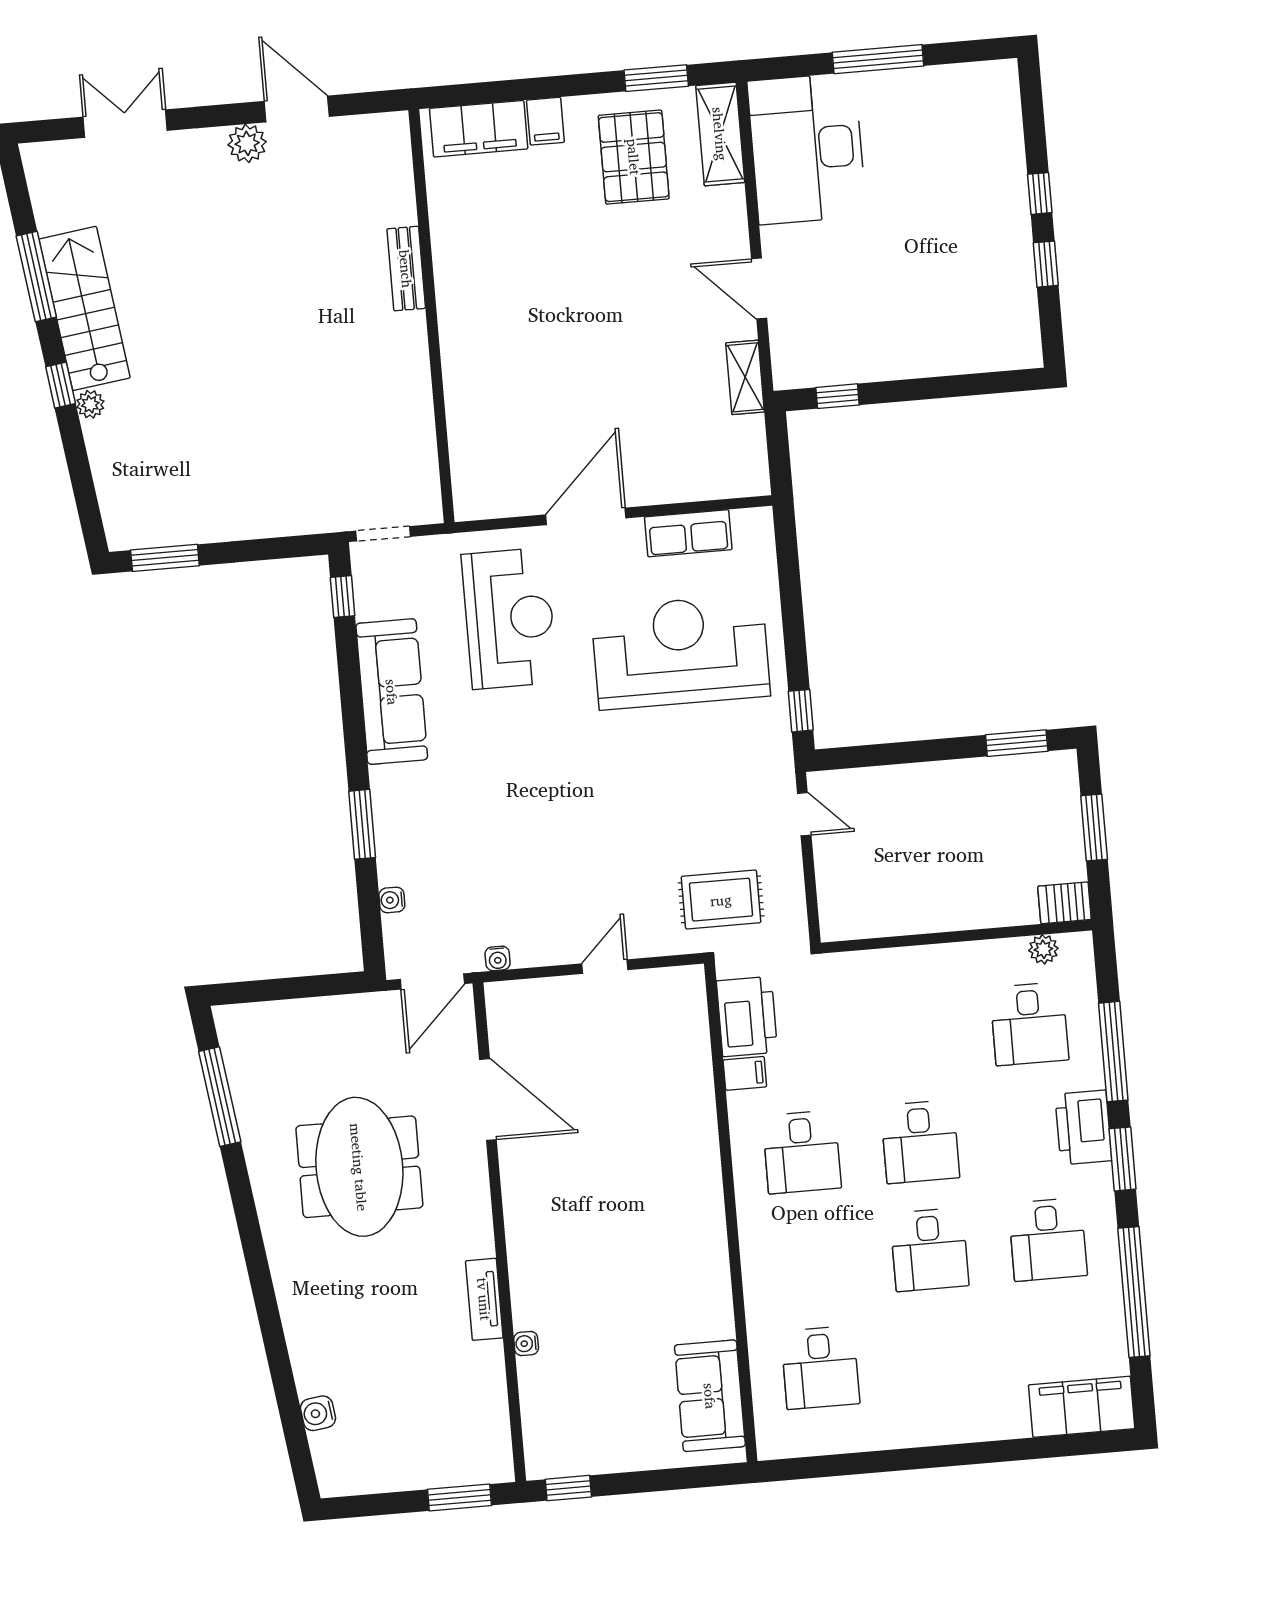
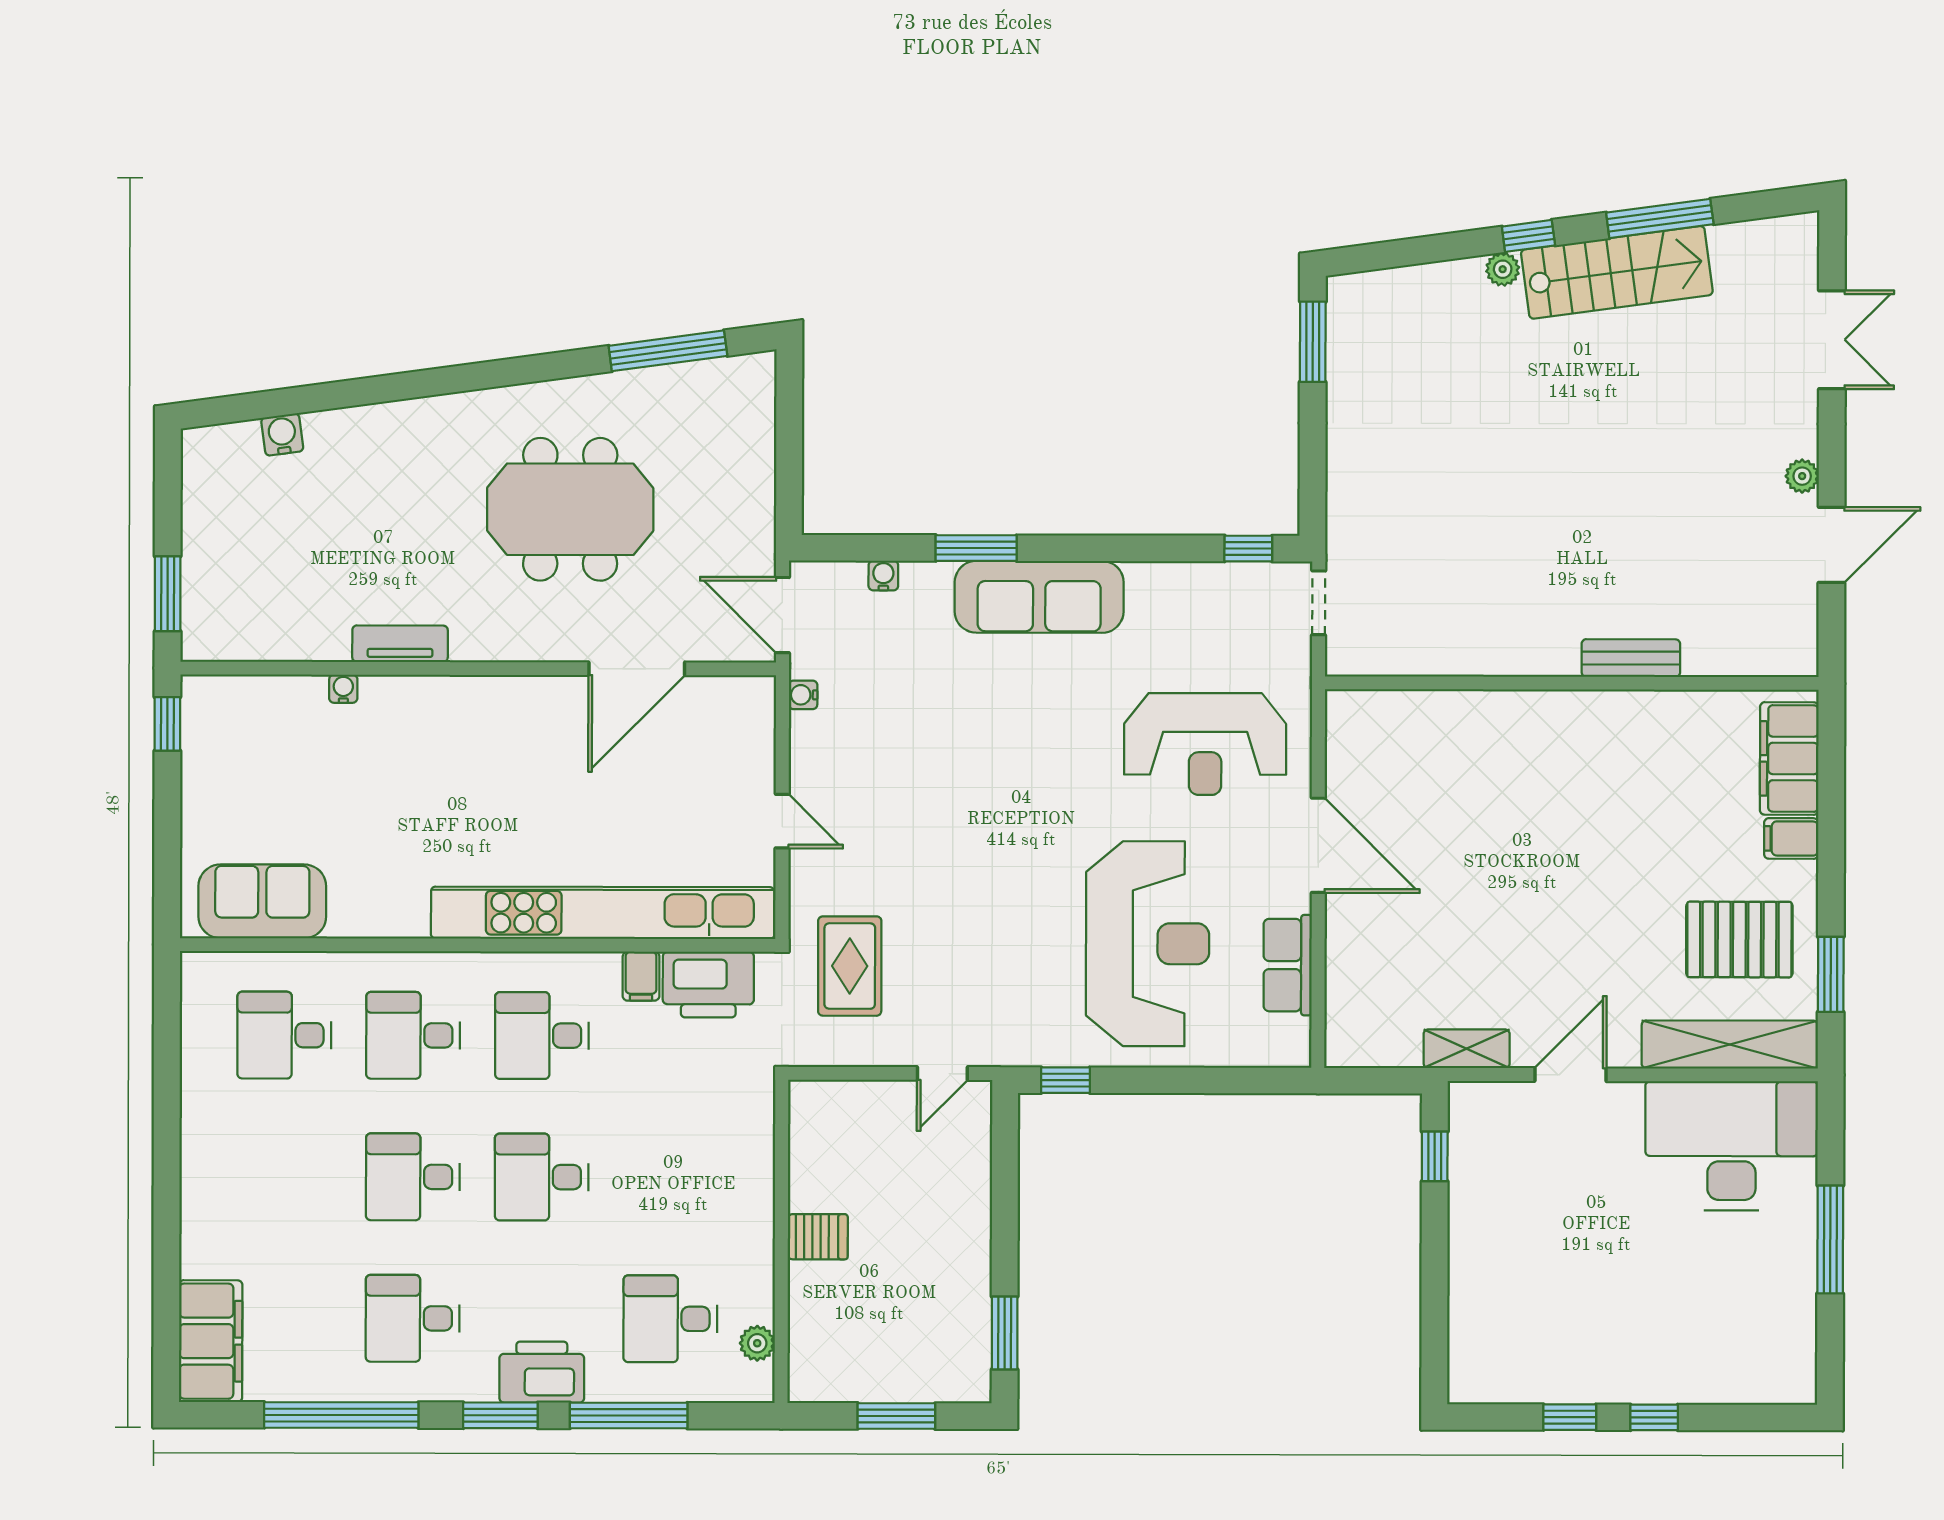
shelving: (720, 134) -> (1730, 1044), width x1.47
plant: (247, 143) -> (1802, 476), width x0.73, depth x0.73
sofa: (392, 692) -> (1039, 597), moved
server rack: (1065, 903) -> (818, 1237), moved, turned 90
kitchen unit: (695, 1110) -> (603, 913), added
desk: (811, 1260) -> (413, 1035), added

